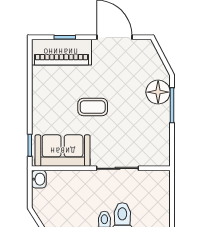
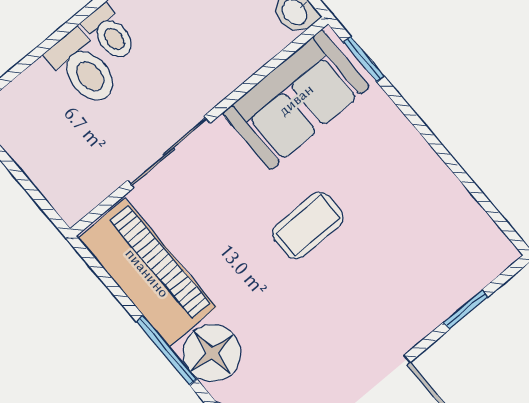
piano: (61, 52) -> (147, 273), moved, turned 90

